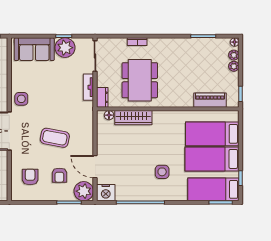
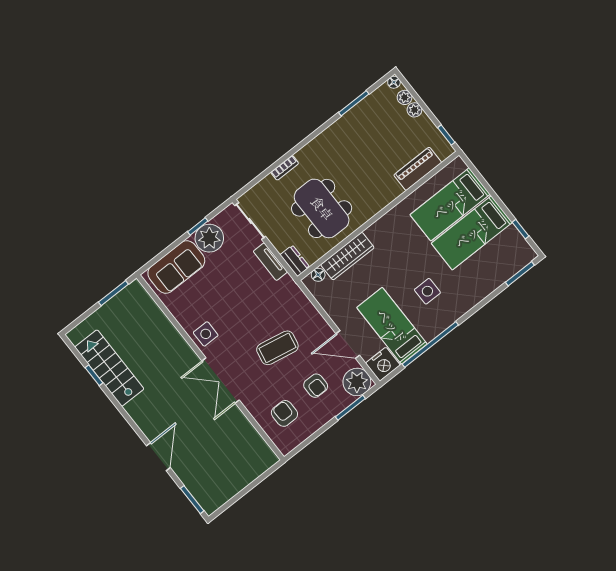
bed: (213, 189) -> (392, 326), moved, turned 90

